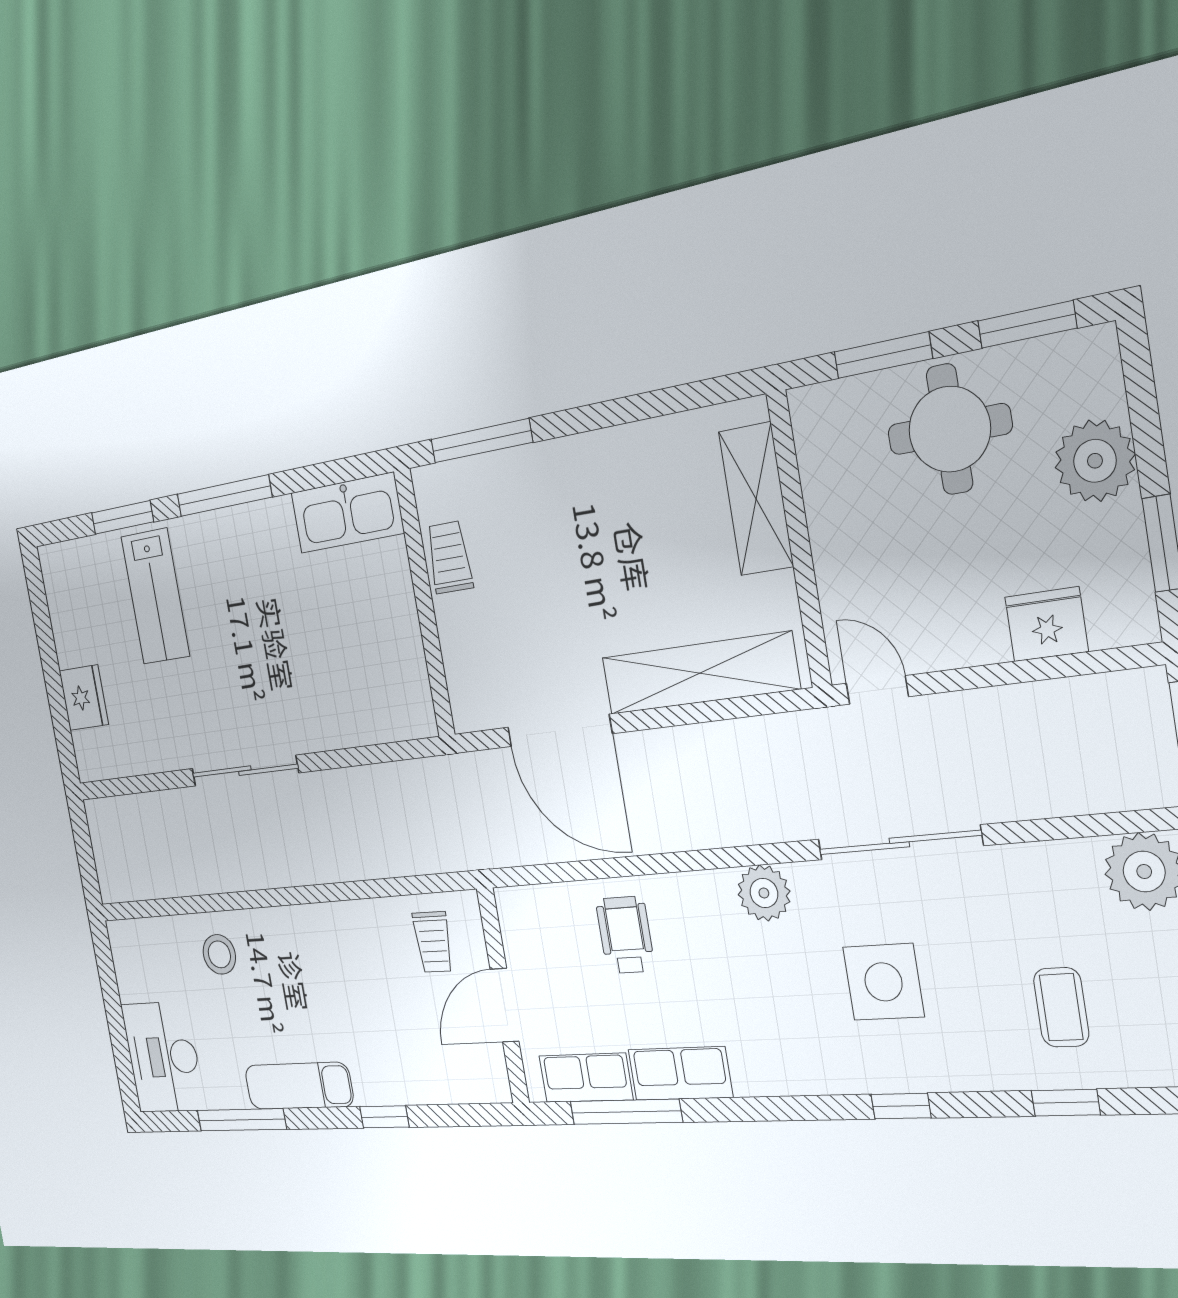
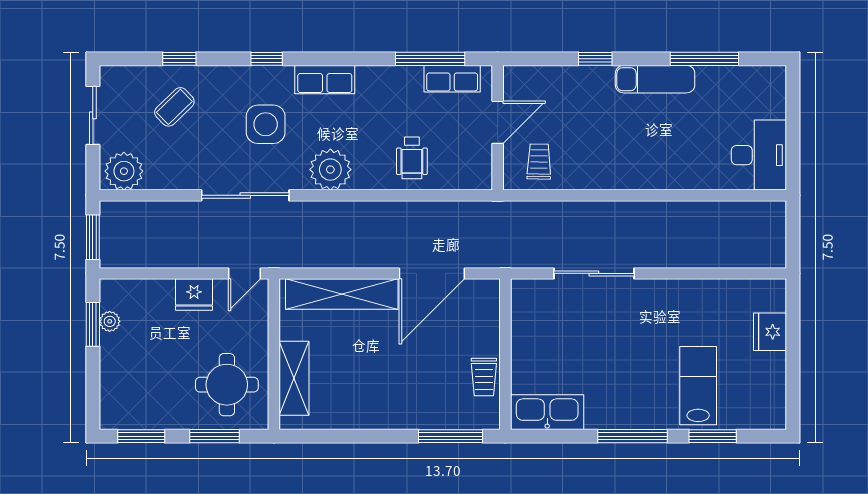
round table: (950, 429) -> (227, 385), moved
plant: (1095, 461) -> (110, 321), moved, width x0.53, depth x0.53
fridge: (1046, 624) -> (194, 294), moved
door: (877, 690) -> (244, 273), hinge flipped
door: (559, 730) -> (432, 273), swing flipped
sliding door: (245, 771) -> (594, 273), moved
plant: (764, 893) -> (330, 170), width x1.36, depth x1.36
stool: (219, 954) -> (698, 163), removed
coffee table: (1061, 1007) -> (174, 107), turned 46
desk: (163, 1057) -> (759, 155), moved
row of seats: (680, 1073) -> (325, 80), moved

